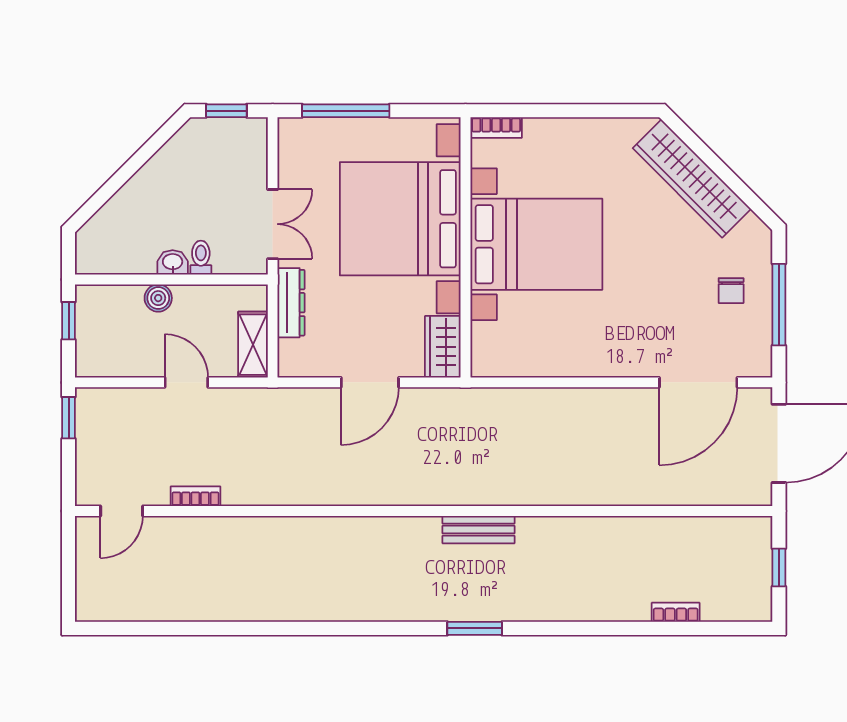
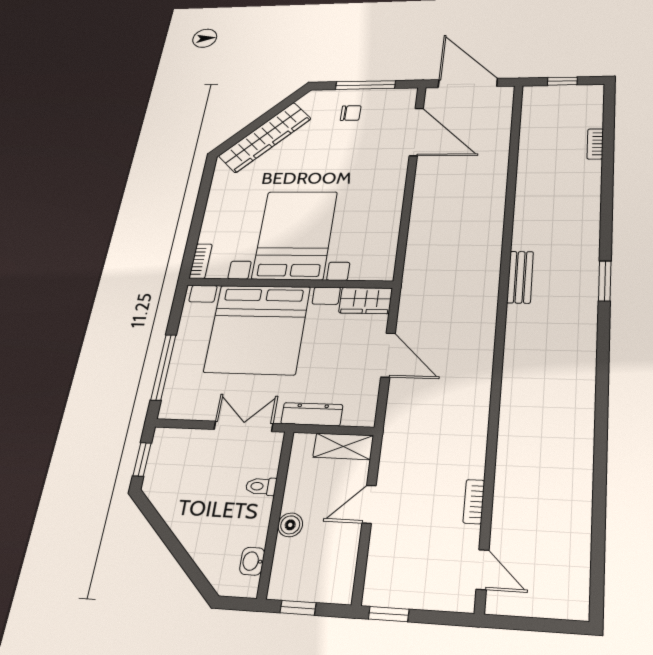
washbasin: (173, 262) -> (252, 561), moved

